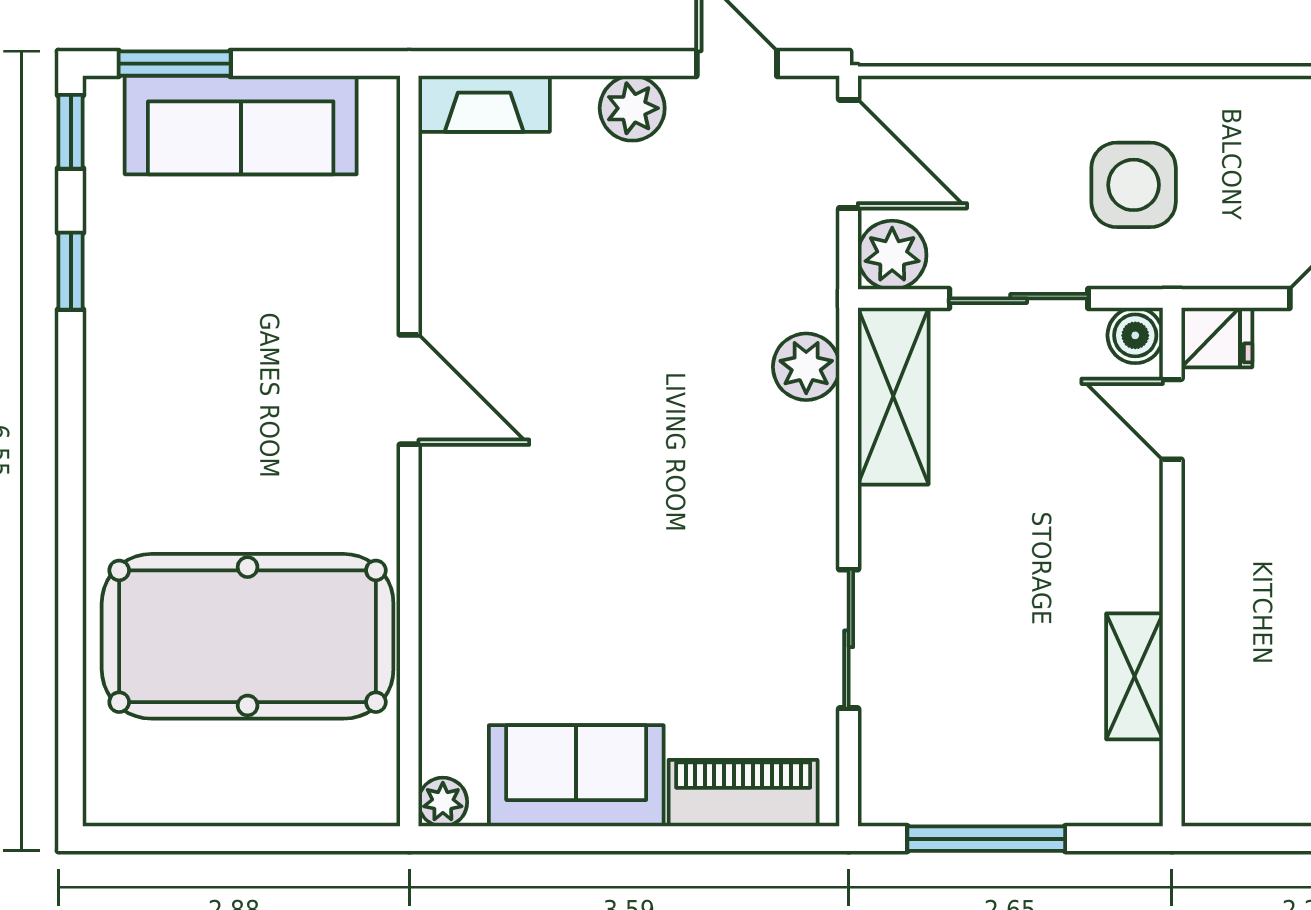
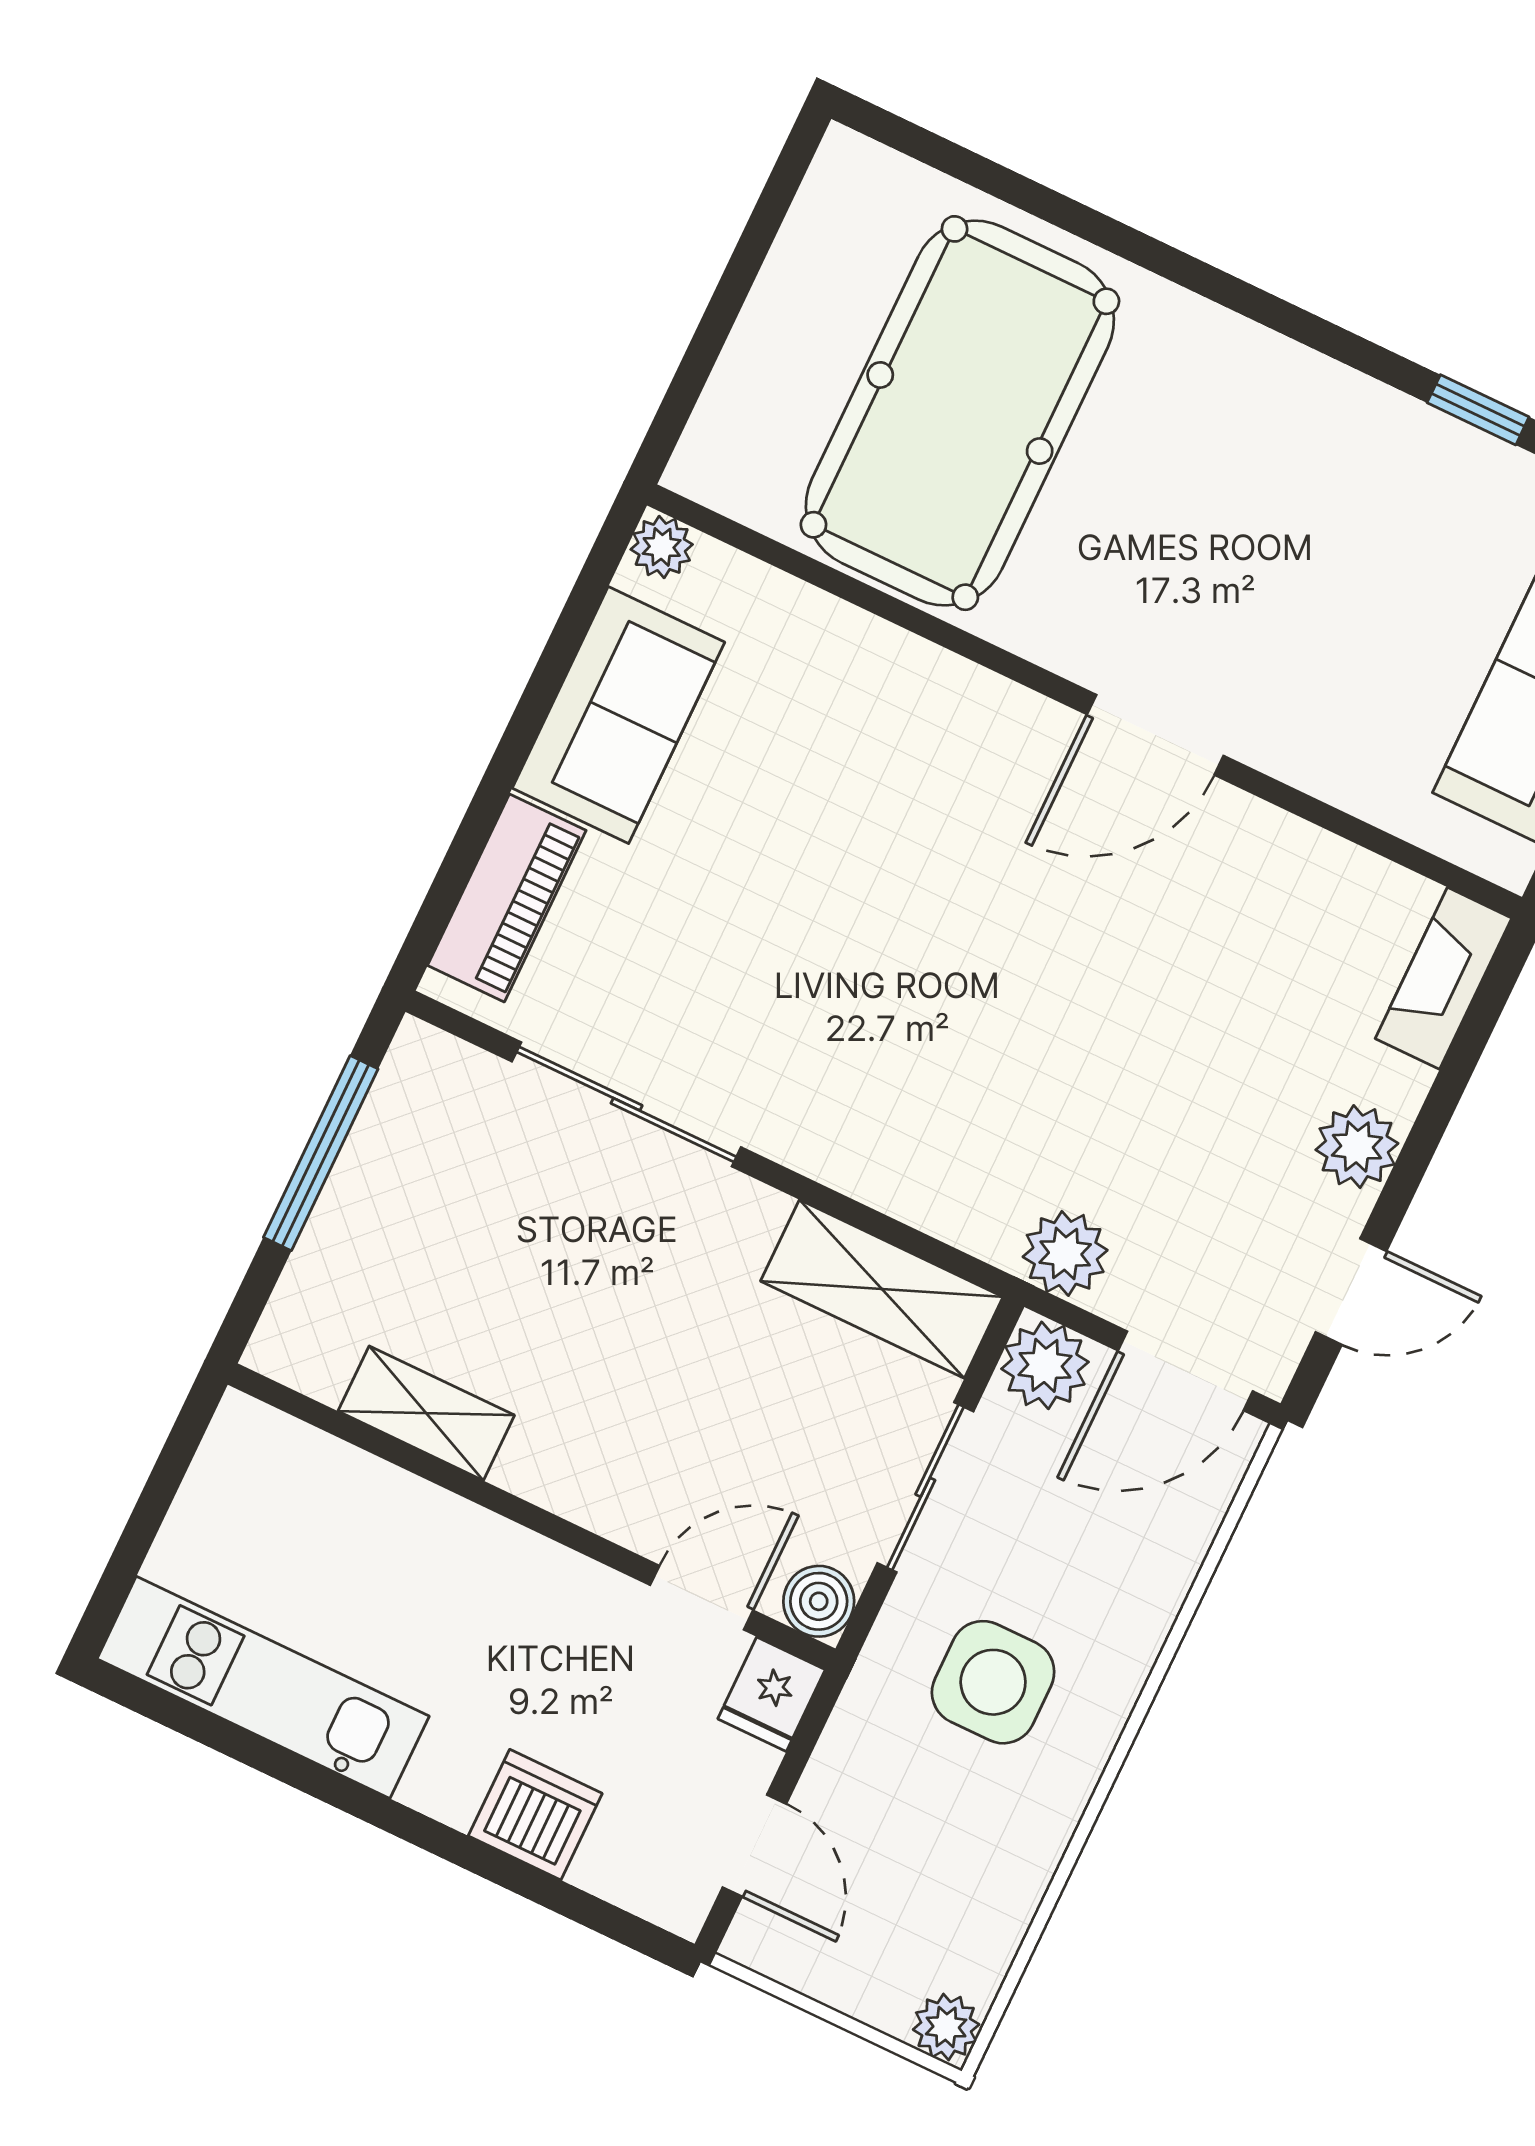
plant: (806, 367) -> (1065, 1253), moved
sliding door: (849, 639) -> (627, 1104), width x1.37

